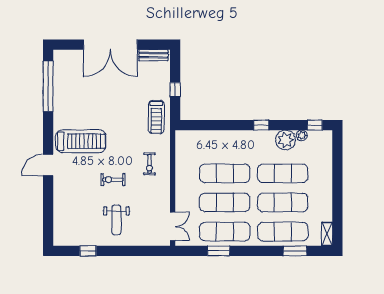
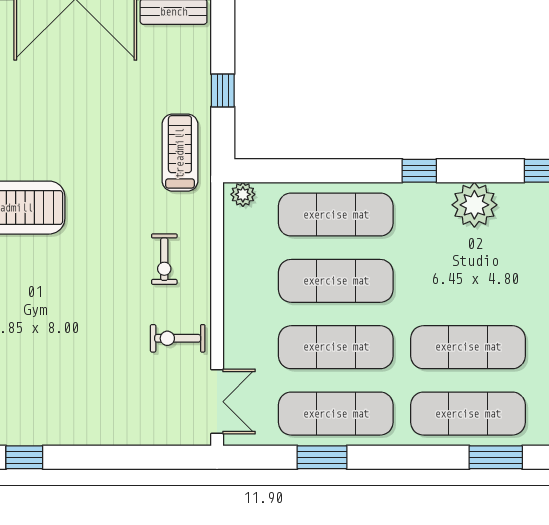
treadmill: (156, 117) -> (180, 153), turned 180
plant: (302, 135) -> (243, 194), moved
exercise mat: (283, 173) -> (336, 215), moved
exercise bike: (113, 180) -> (178, 338), moved
weight bench: (116, 220) -> (89, 387), removed

